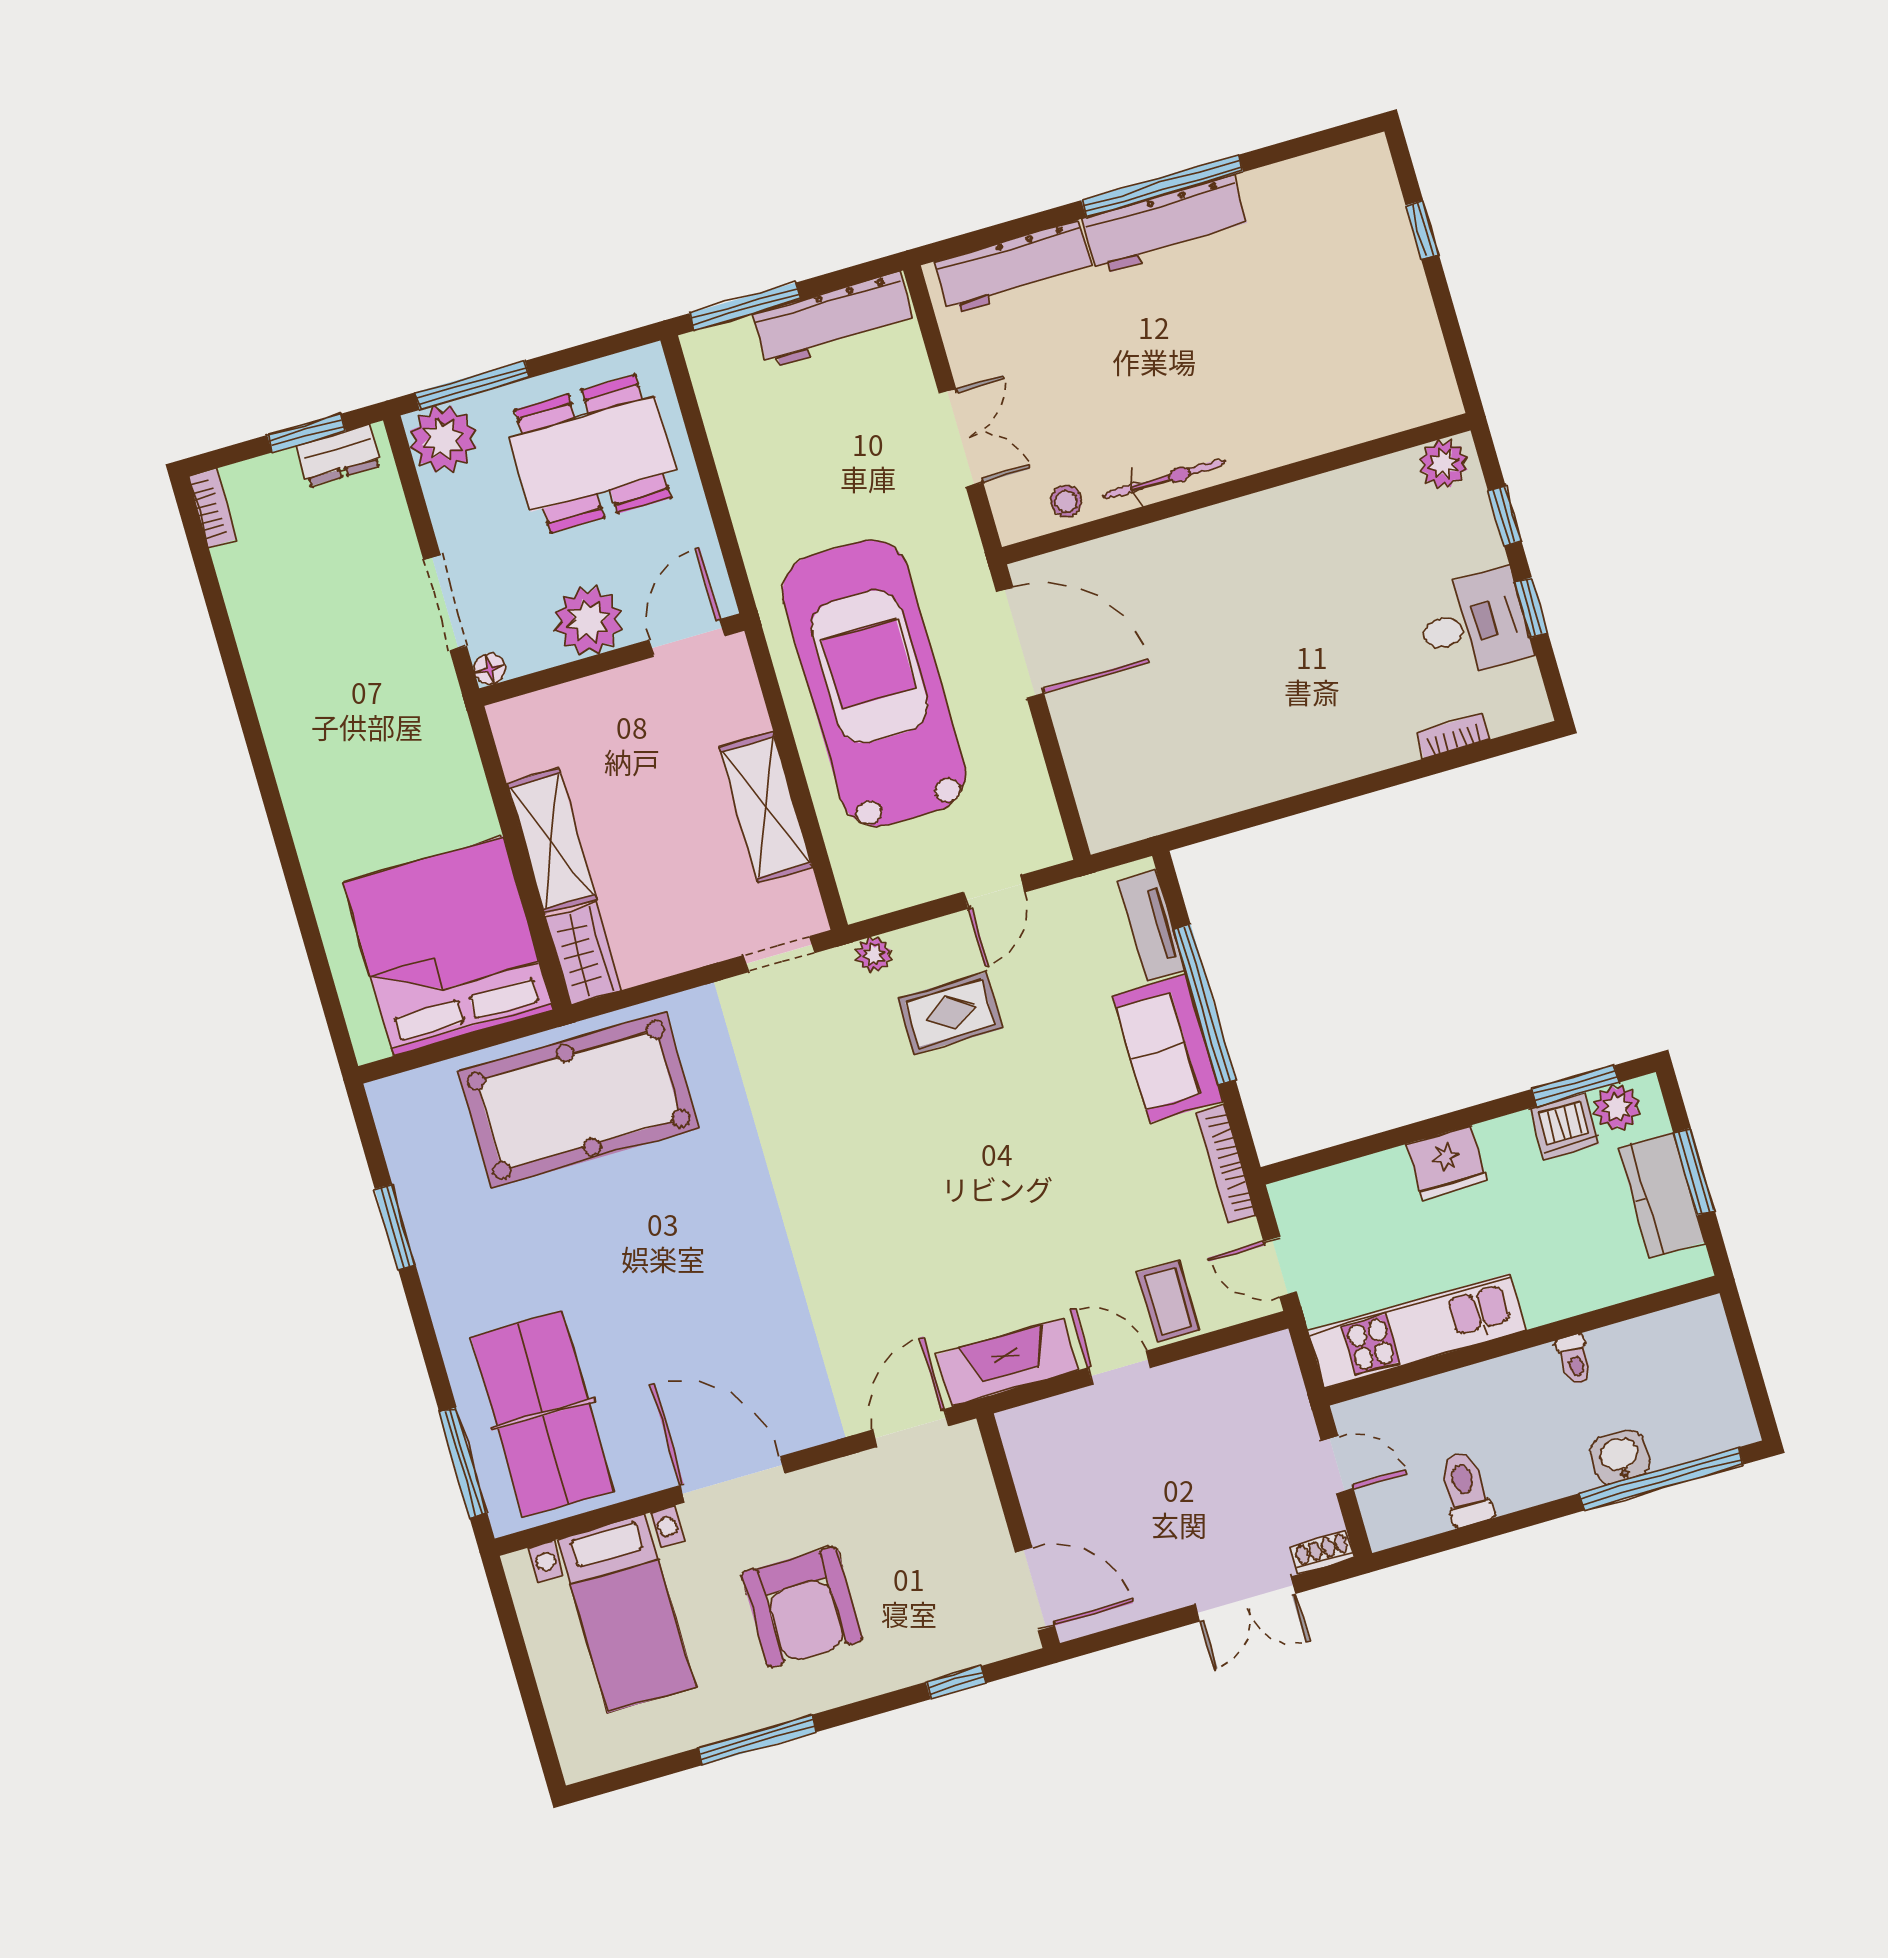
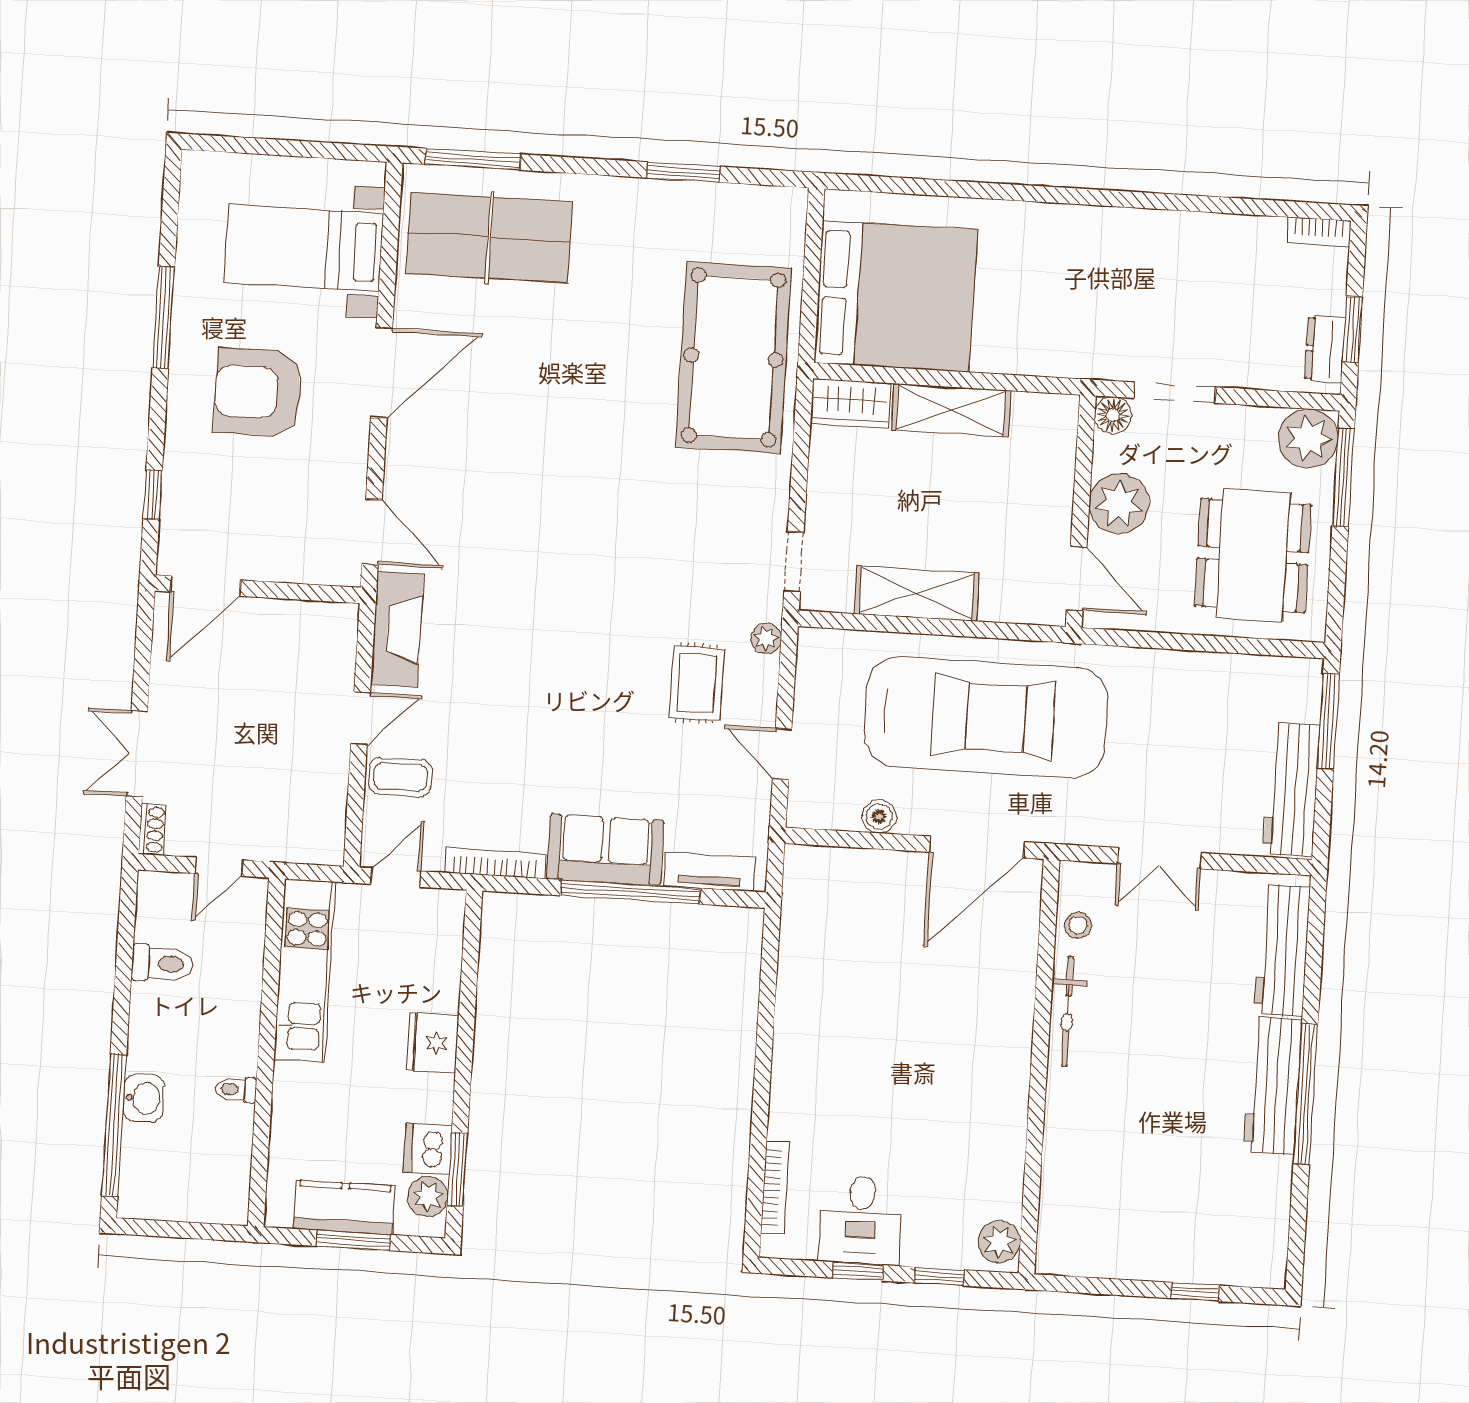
floor lamp: (490, 669) -> (1113, 415), width x1.37, depth x1.37
bookcase: (1453, 736) -> (775, 1187), width x1.56
boiler: (1025, 761) -> (879, 816), added

